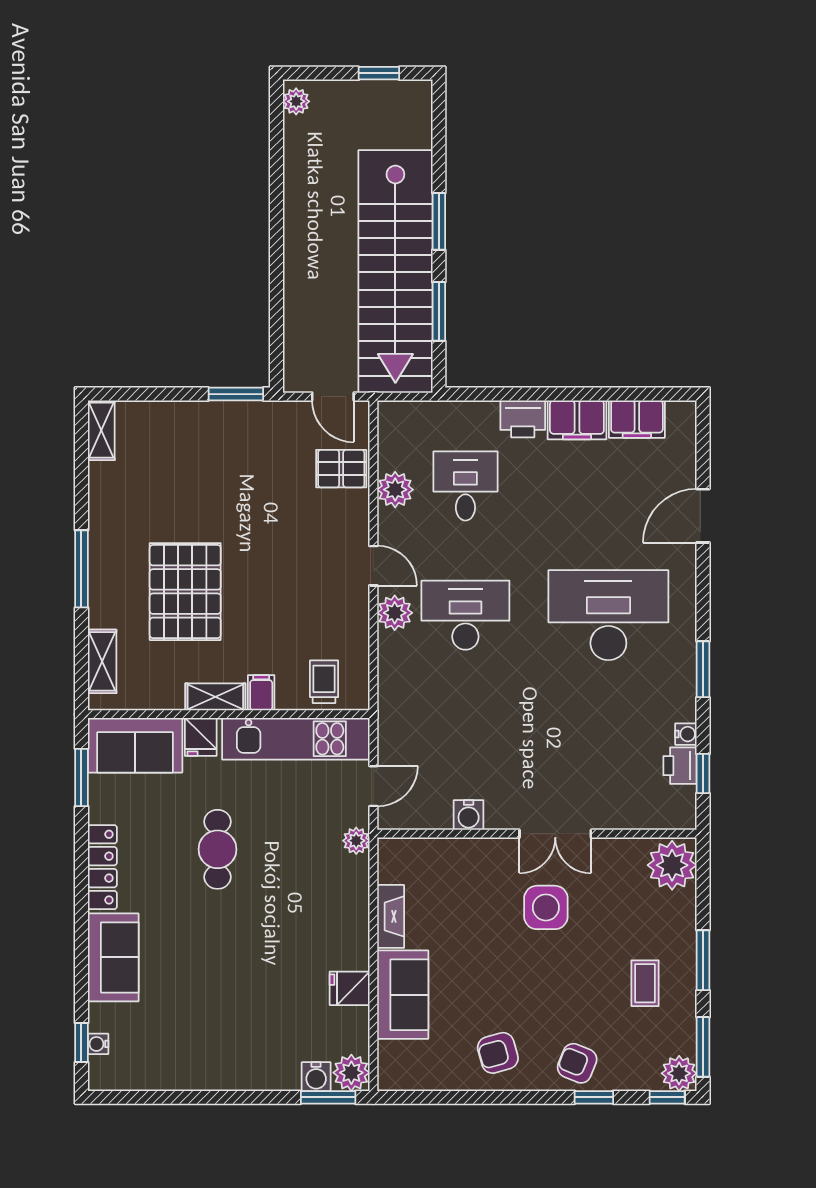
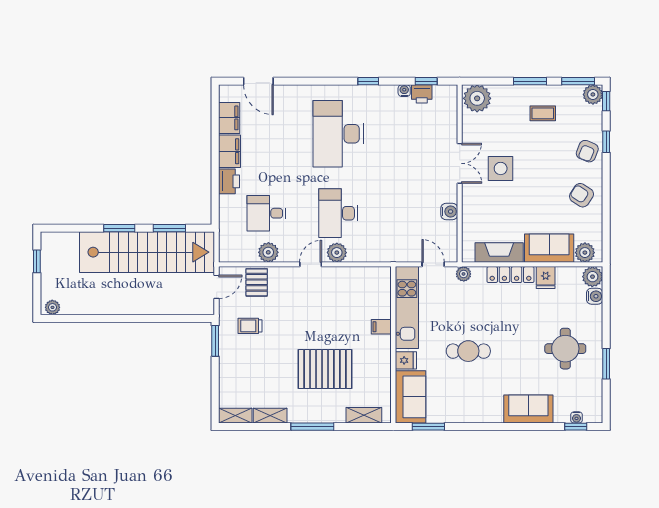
door: (703, 516) -> (258, 81), moved
window: (703, 669) -> (368, 81), width x0.67
trolley: (324, 682) -> (250, 326), moved
shelving: (215, 697) -> (270, 416), moved, turned 90
locker: (102, 867) -> (510, 275), moved, turned 180
fireplace: (391, 916) -> (499, 252), width x1.37, depth x1.32
round table: (222, 1024) -> (565, 349), added
armchair: (498, 1053) -> (581, 195), turned 139
plant: (395, 1059) -> (585, 253), added
window: (328, 1097) -> (606, 364), moved

